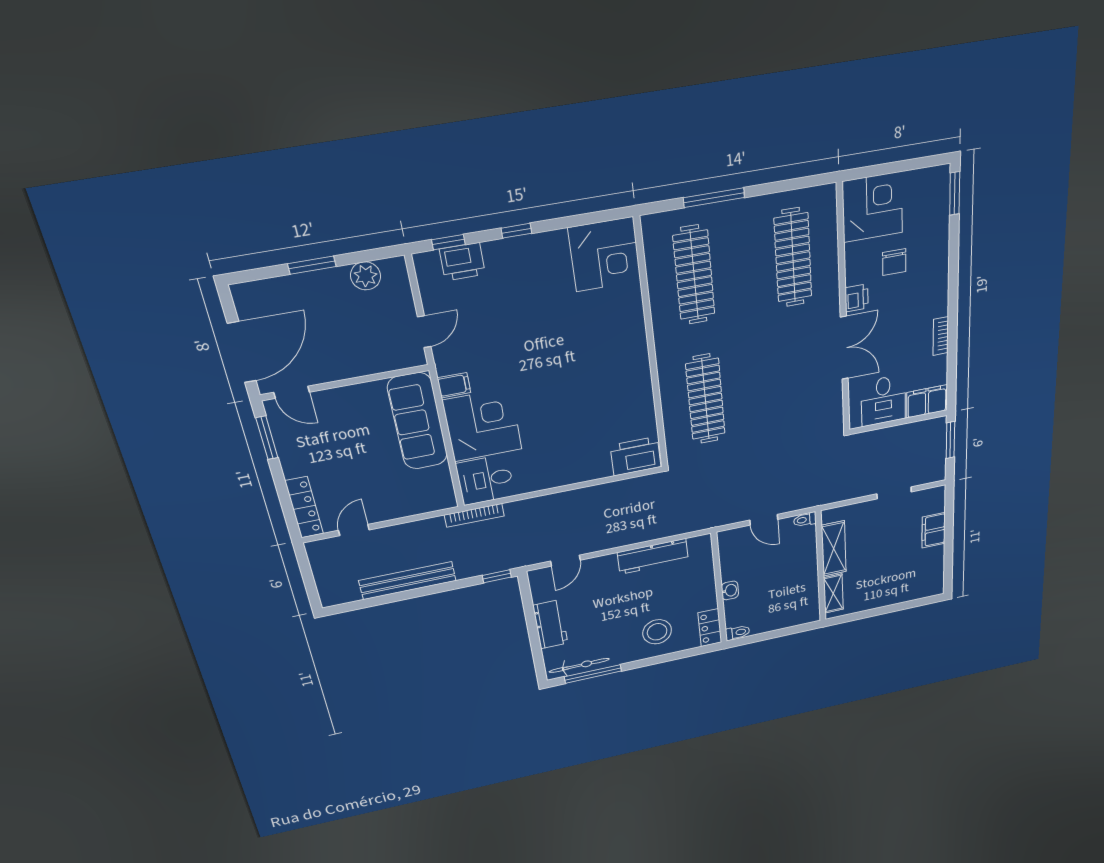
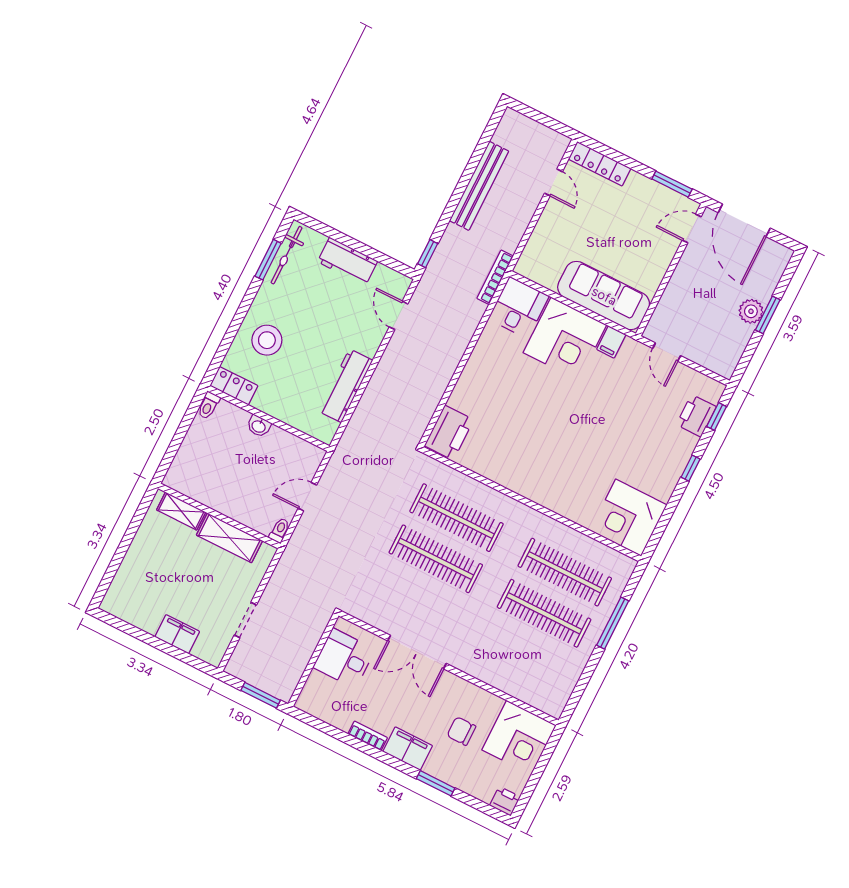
window: (955, 193) -> (436, 783), moved
clothes rail: (793, 258) -> (544, 613), moved
plant: (366, 276) -> (751, 311), moved
printer: (857, 298) -> (505, 801), moved, turned 180
clothes rail: (753, 390) -> (436, 559), added
filing cabinet: (927, 401) -> (408, 749), moved, turned -90
window: (593, 674) -> (268, 260), width x0.69

